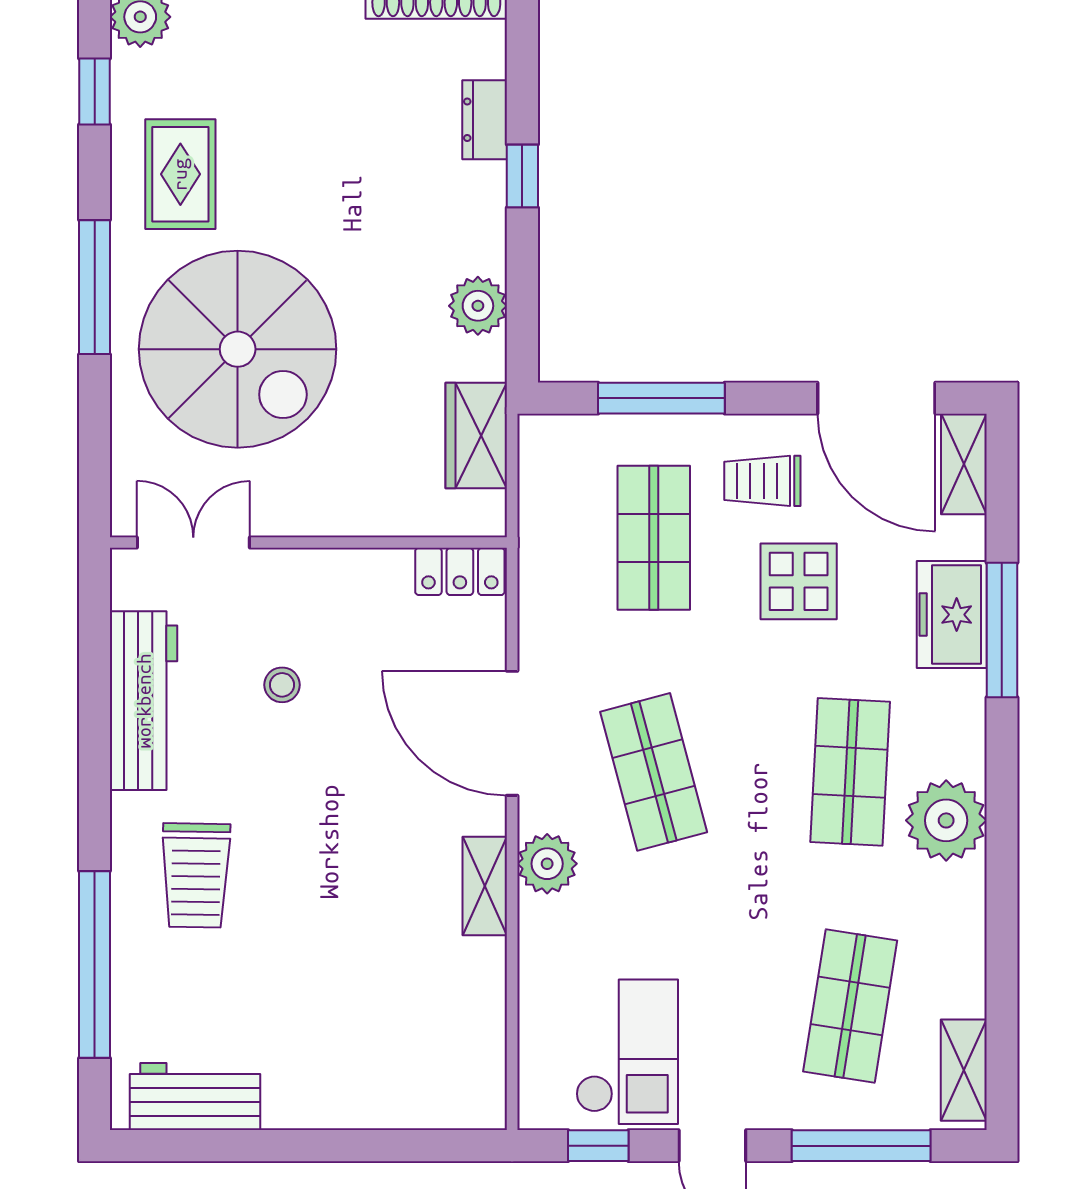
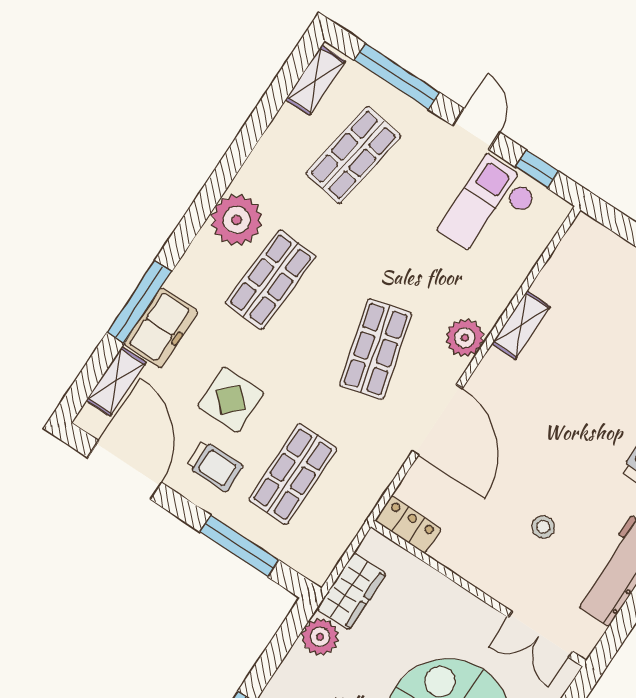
plant: (478, 306) -> (320, 637), moved
shelving: (964, 464) -> (116, 381), moved
shelving: (485, 886) -> (521, 325), moved

